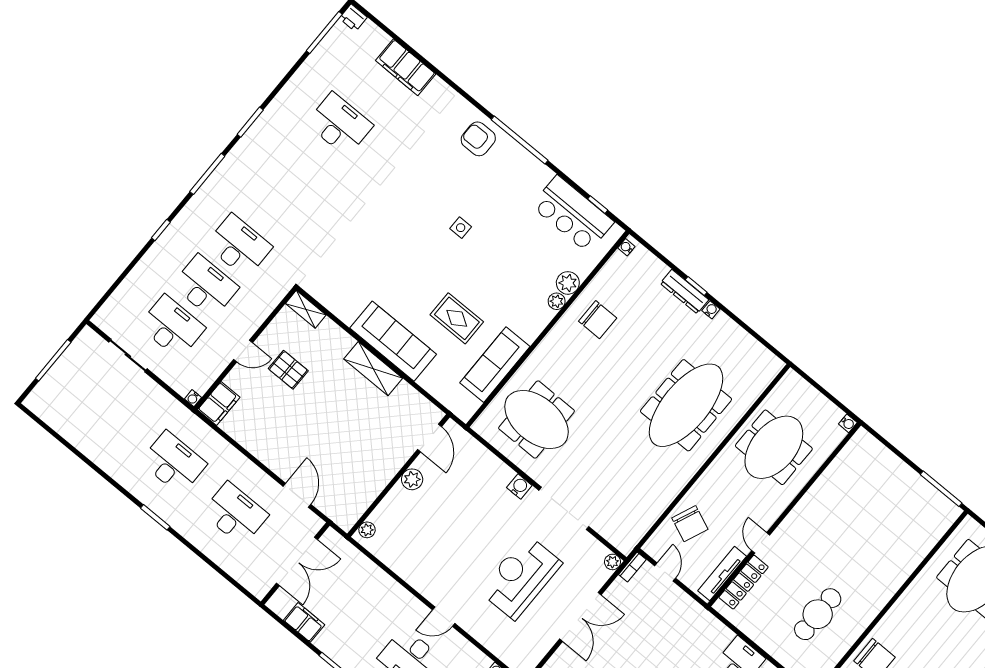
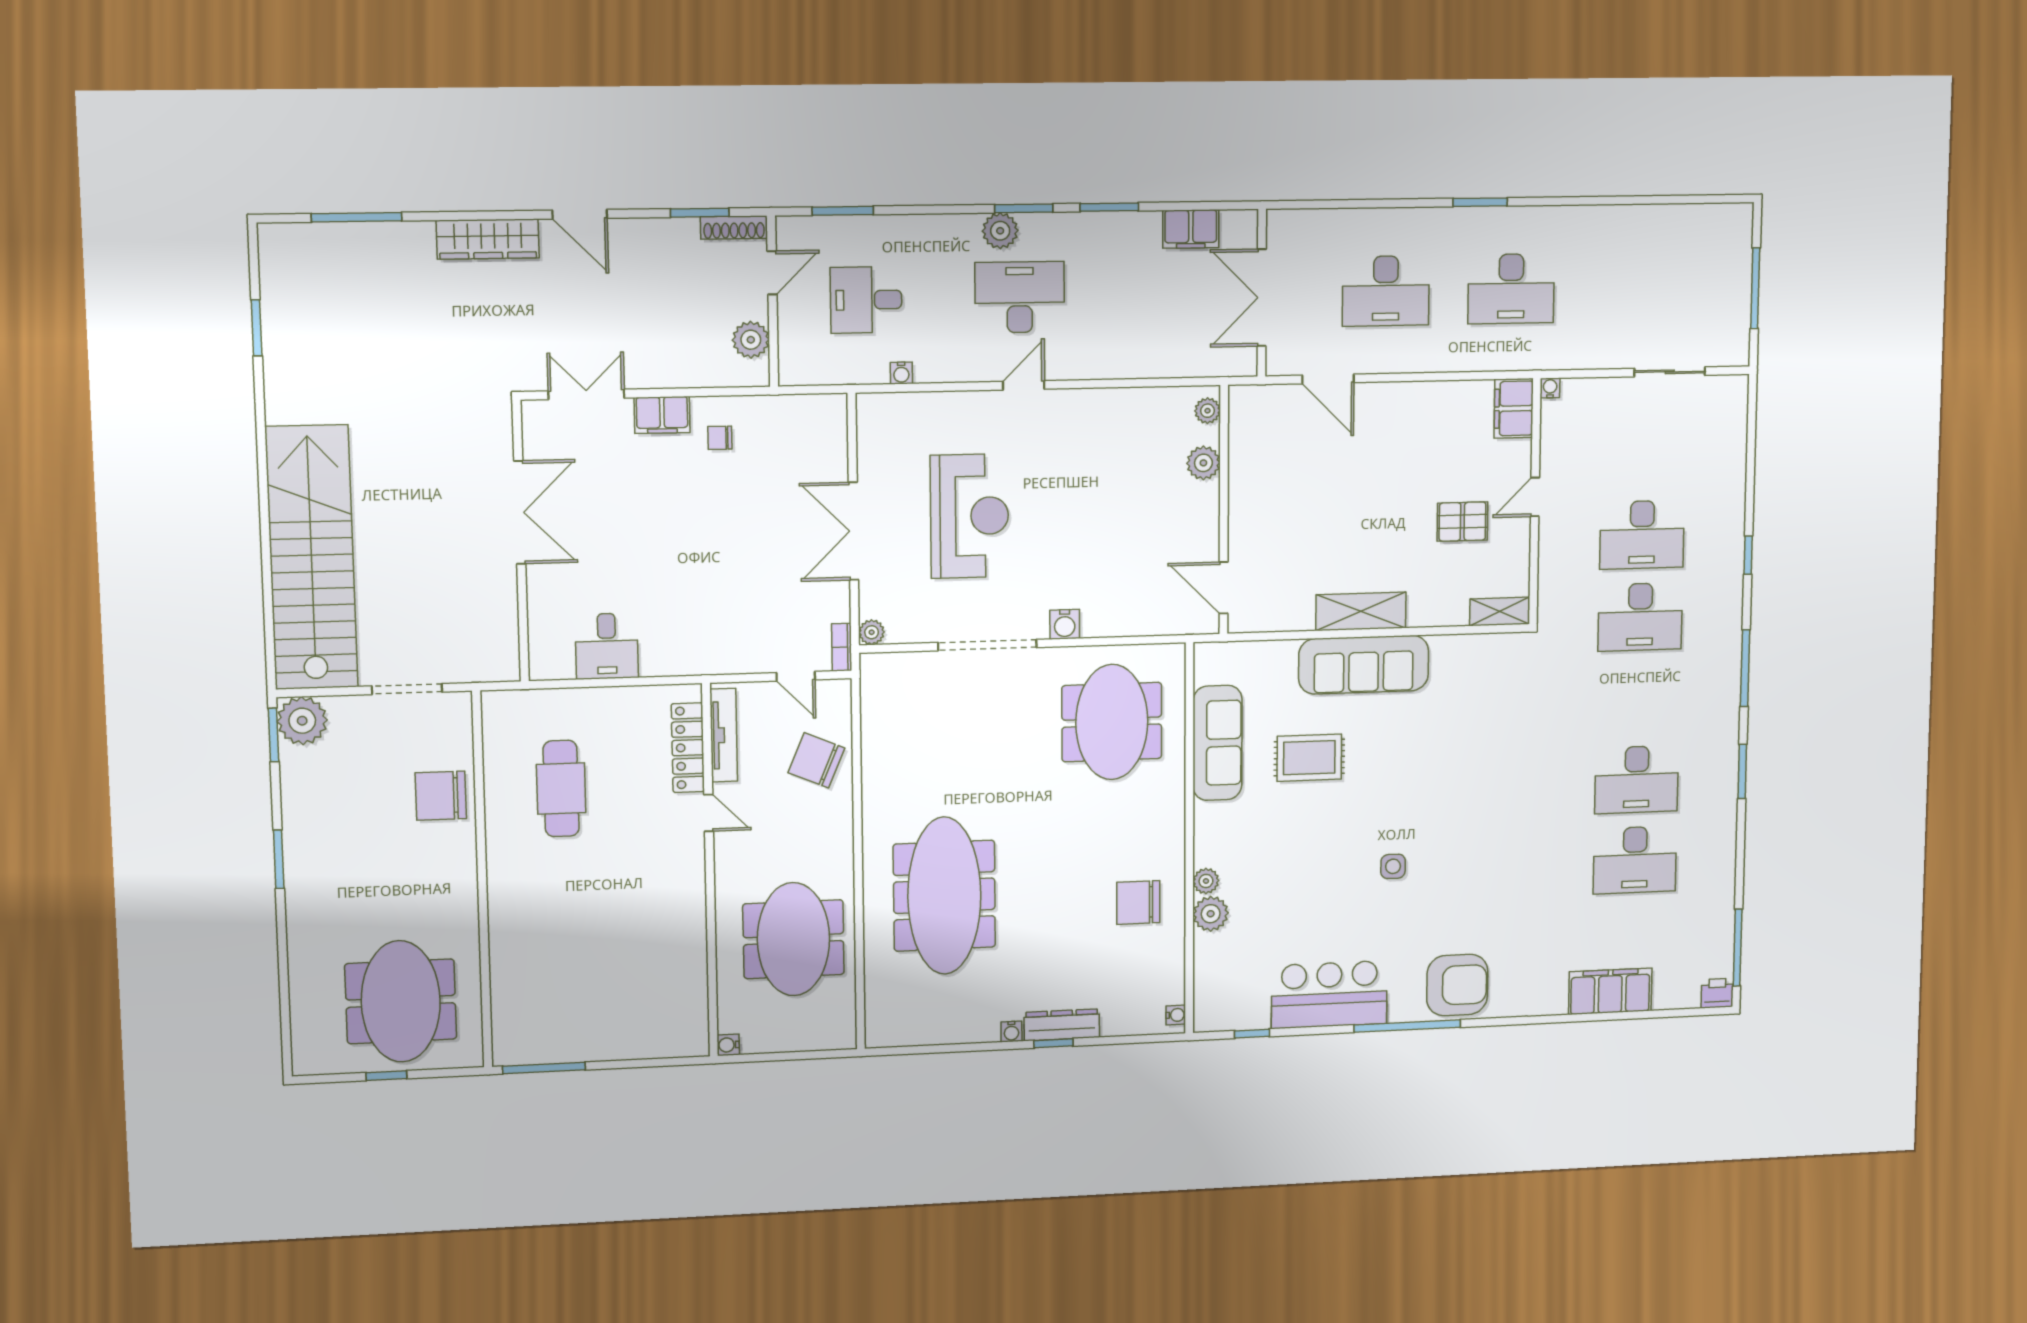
armchair: (478, 139) -> (1457, 985), width x1.36, depth x1.36
bar counter: (573, 214) -> (1329, 995), moved
desk: (172, 327) -> (1637, 780), moved
meeting table: (537, 420) -> (1112, 722), turned 90
plant: (412, 479) -> (1203, 463), moved

